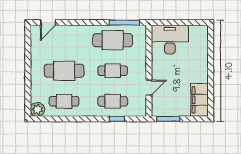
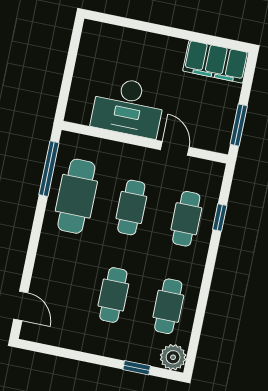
desk: (170, 40) -> (128, 107), moved, turned -90
cafe table: (64, 71) -> (113, 295), width x0.73, depth x0.74
window: (28, 91) -> (137, 368), added

